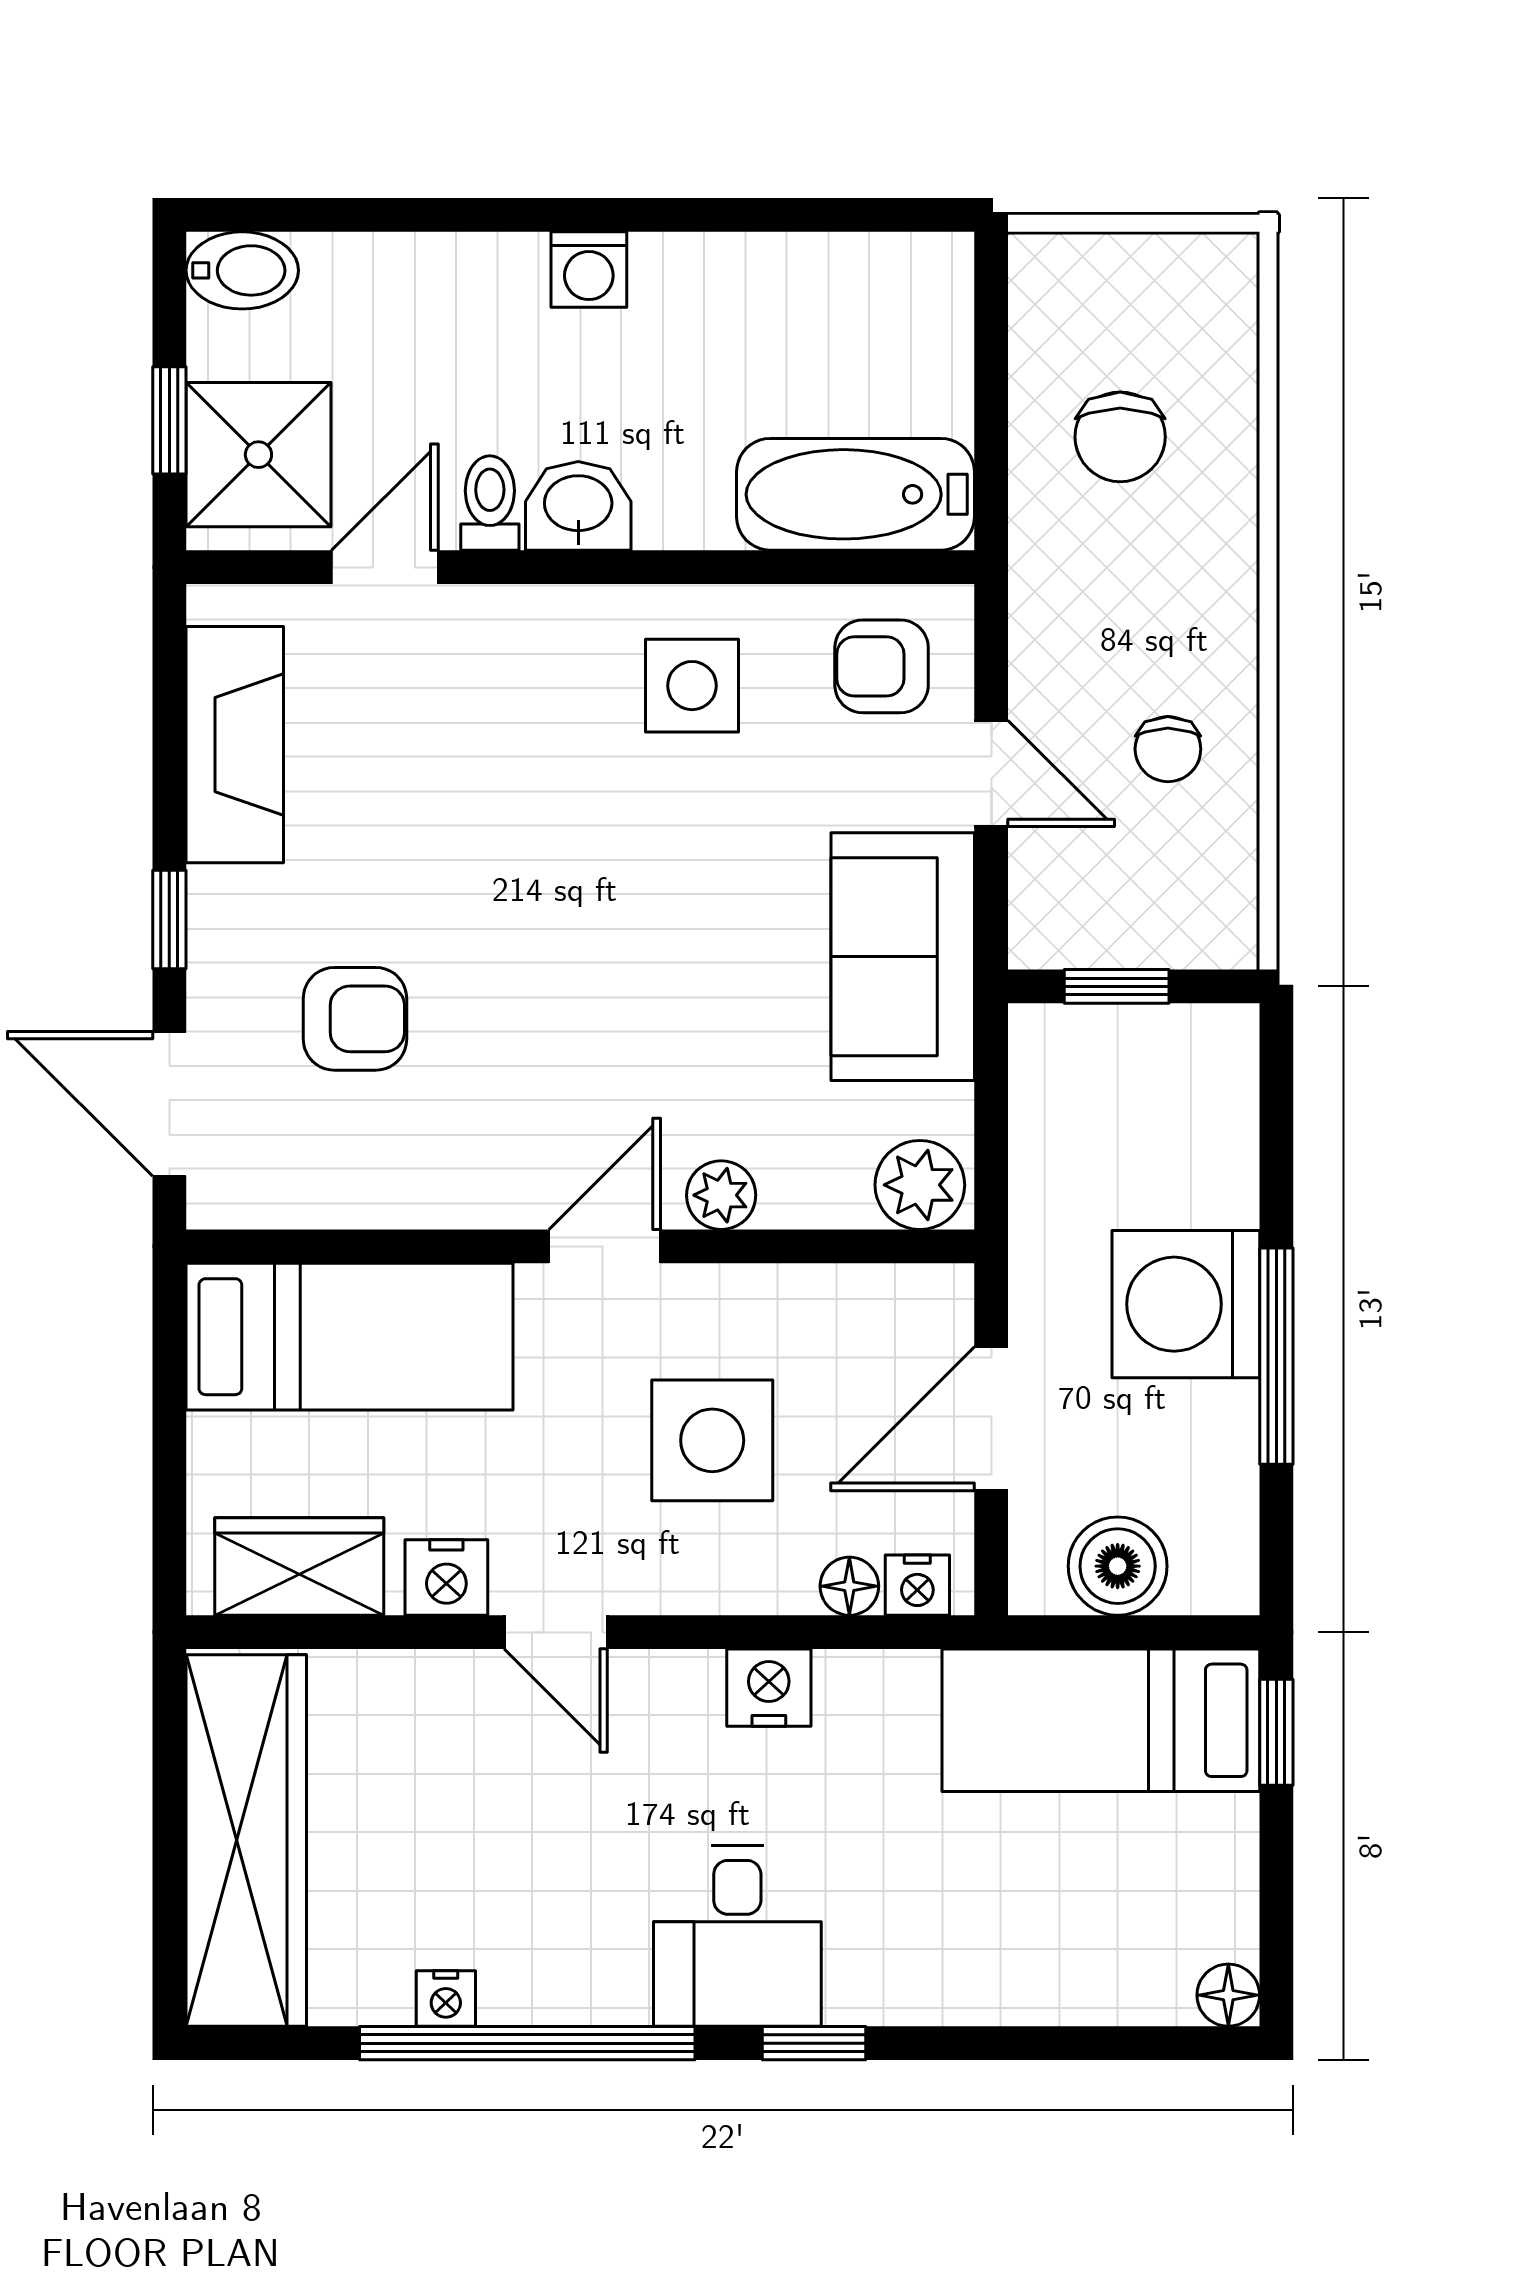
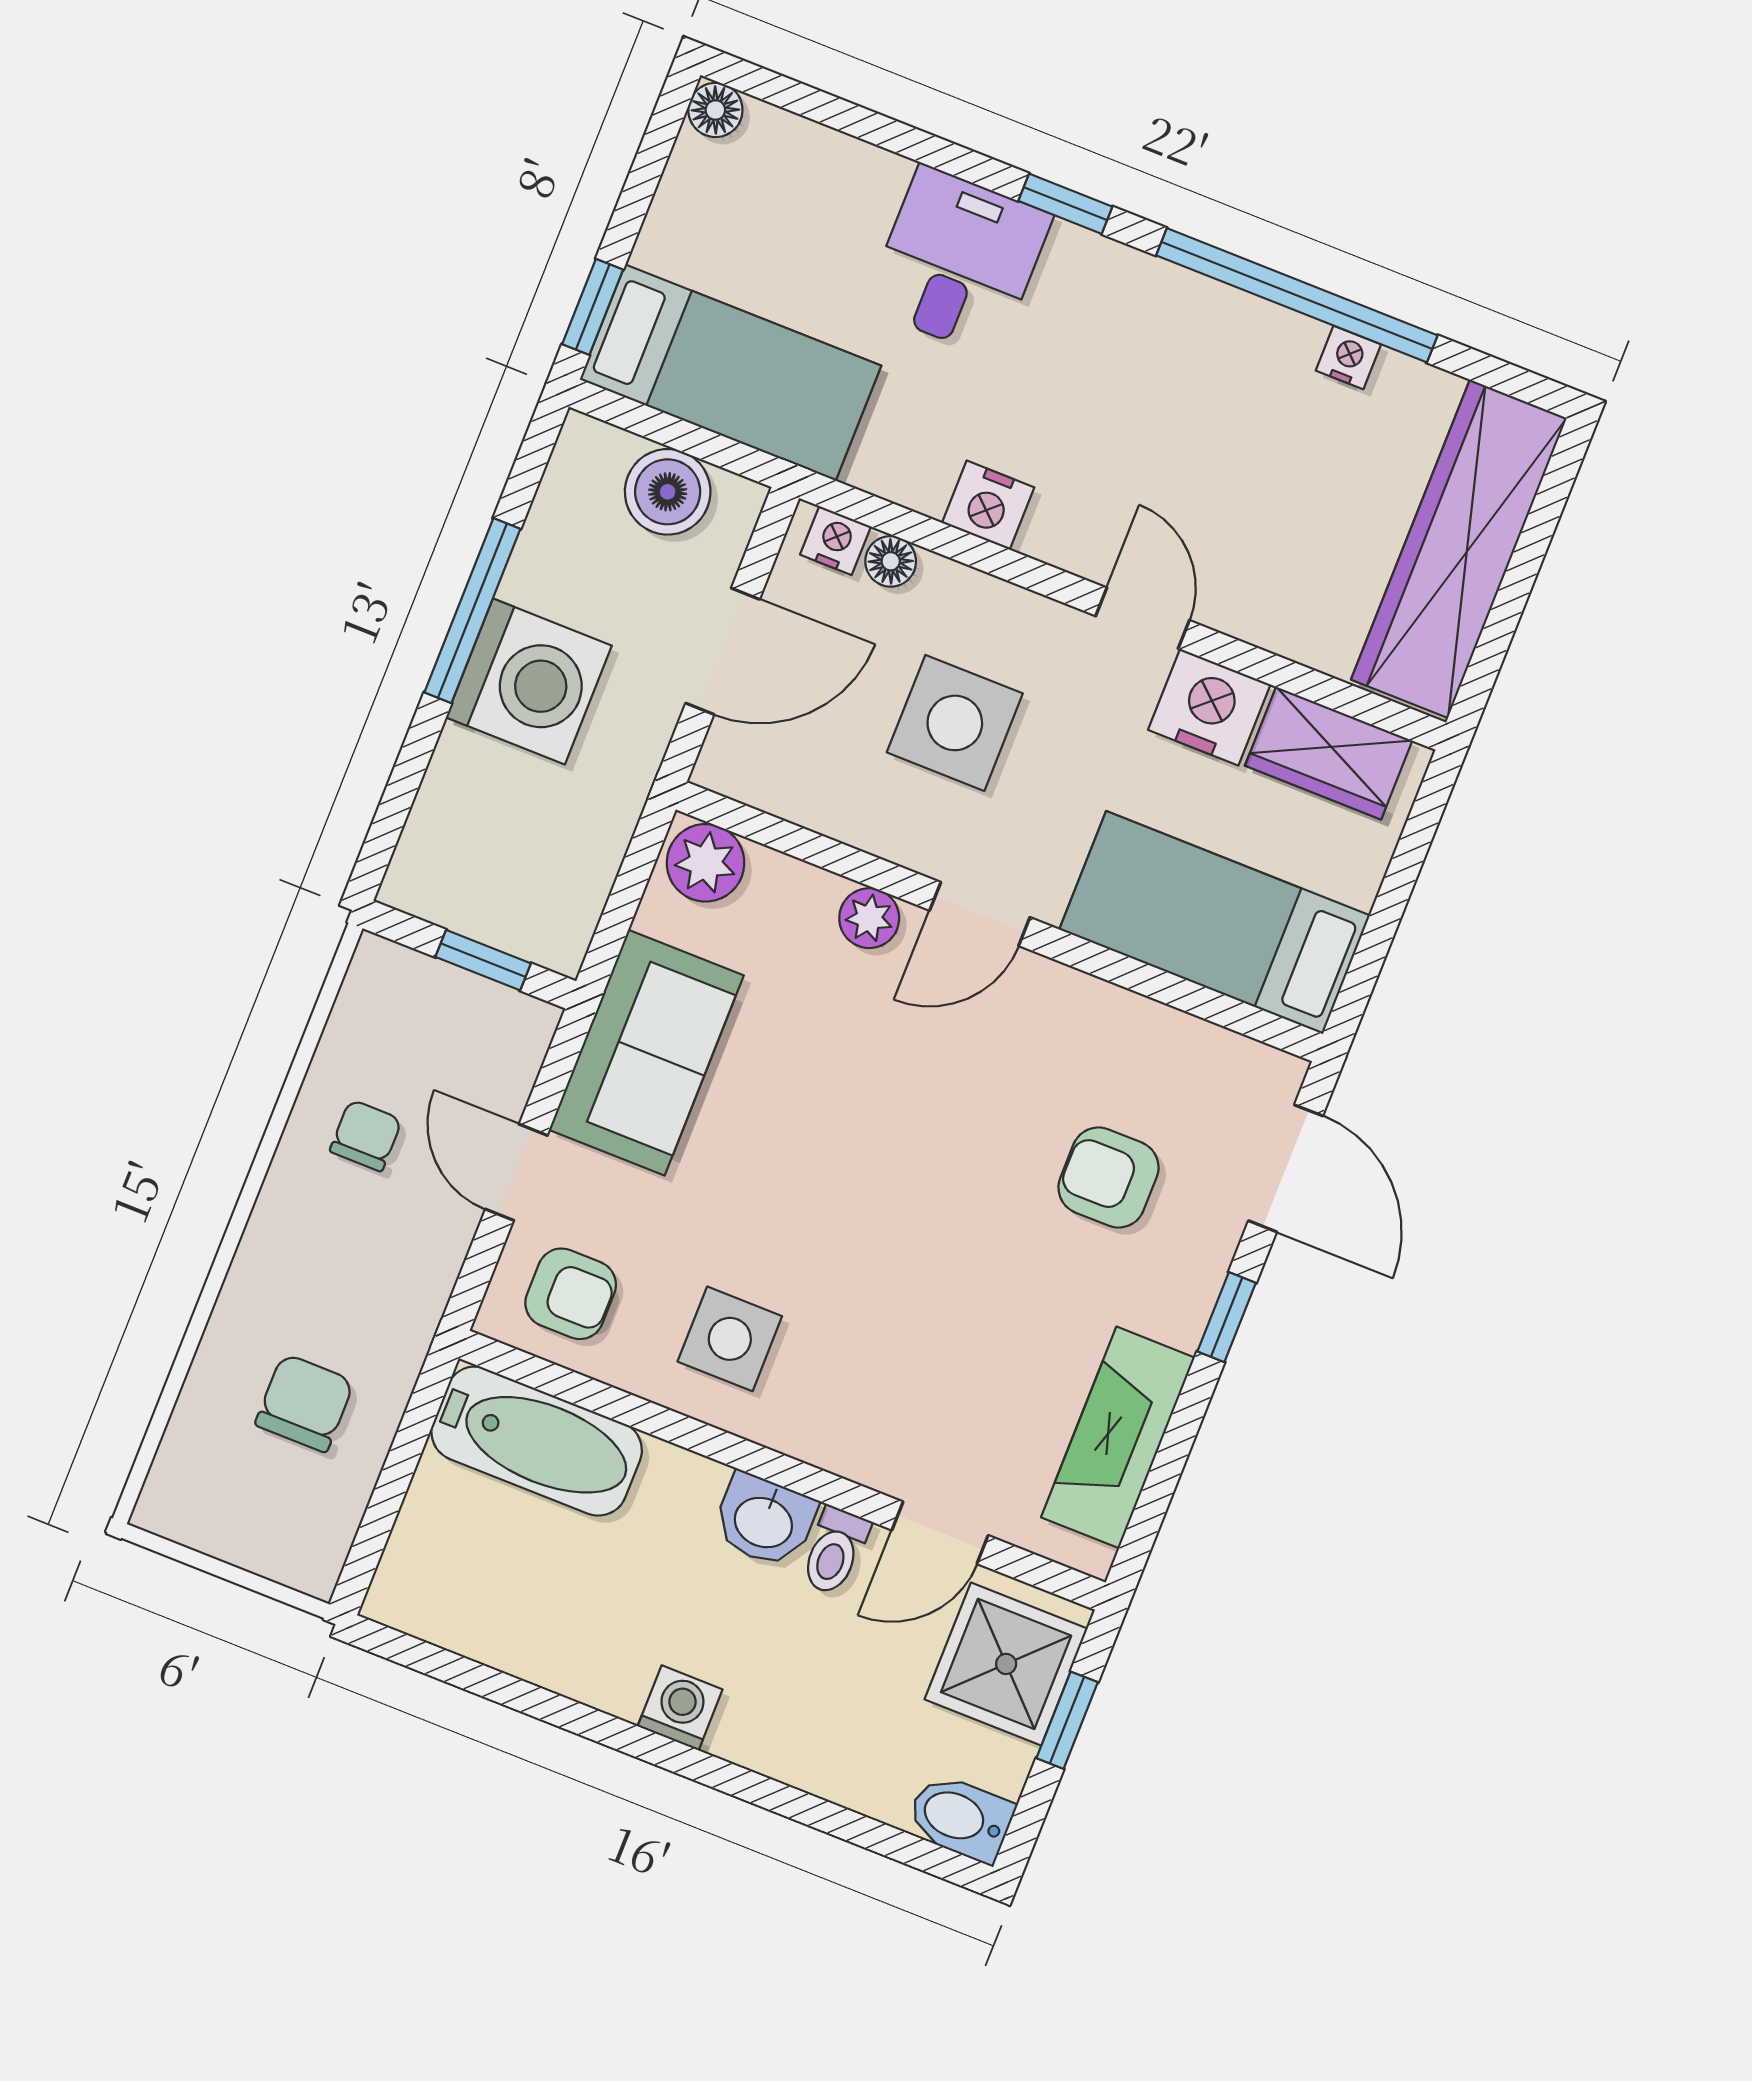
nightstand: (446, 1577) -> (1209, 707), width x1.36, depth x1.33
desk: (737, 1936) -> (958, 261), moved

